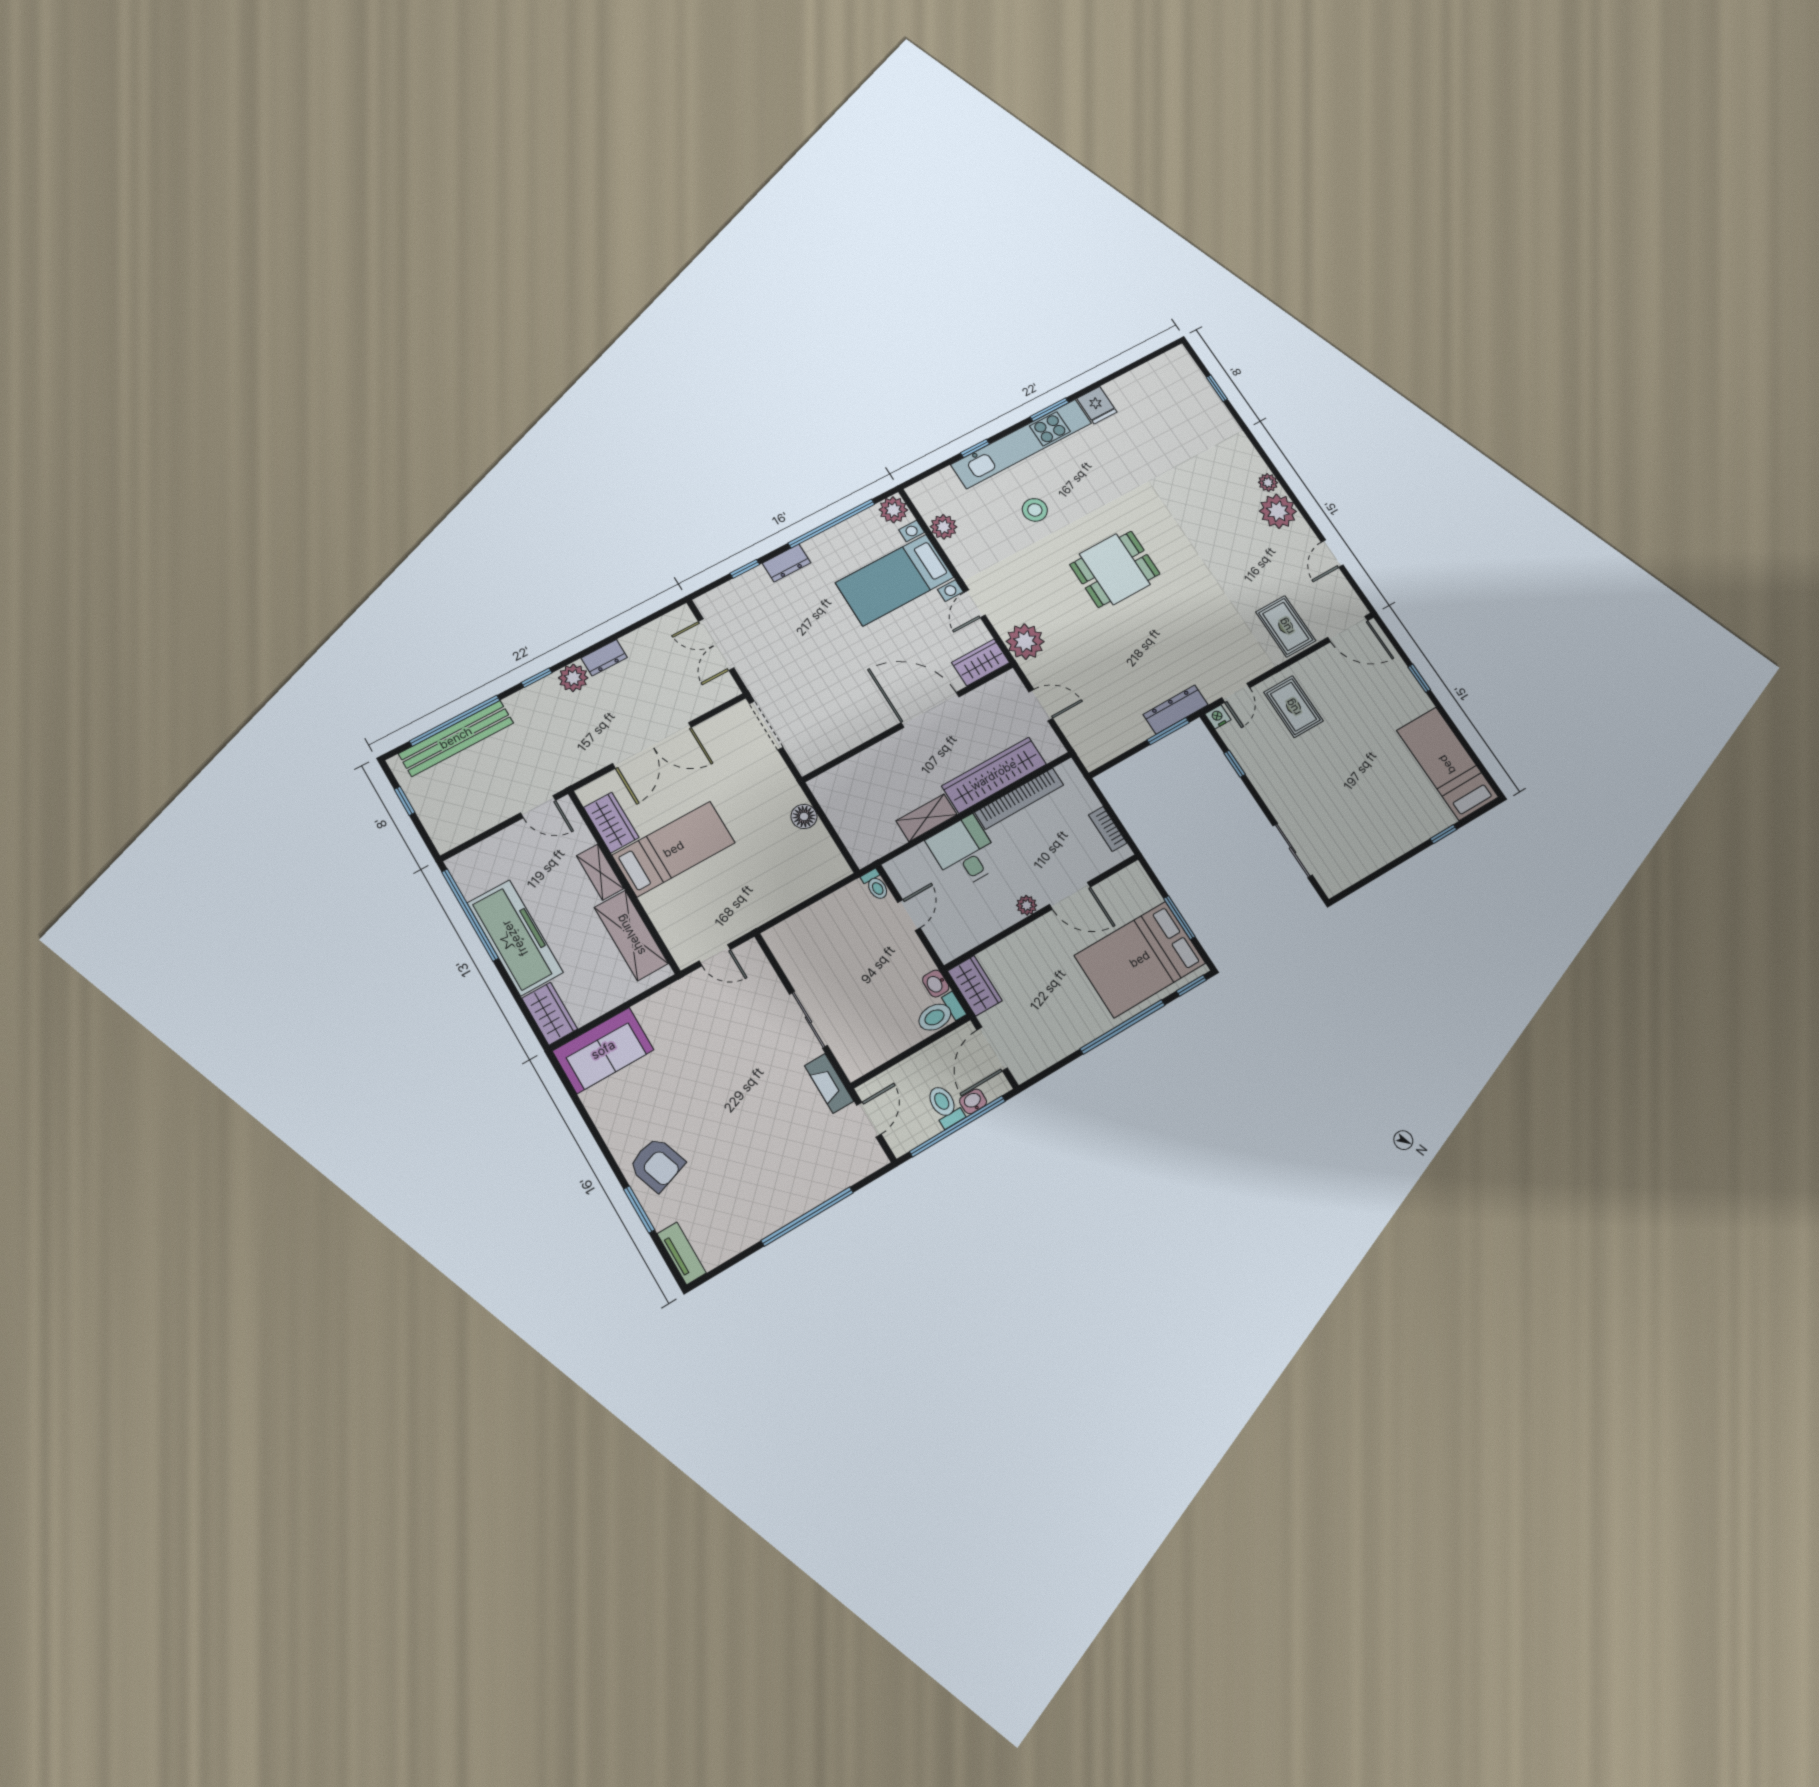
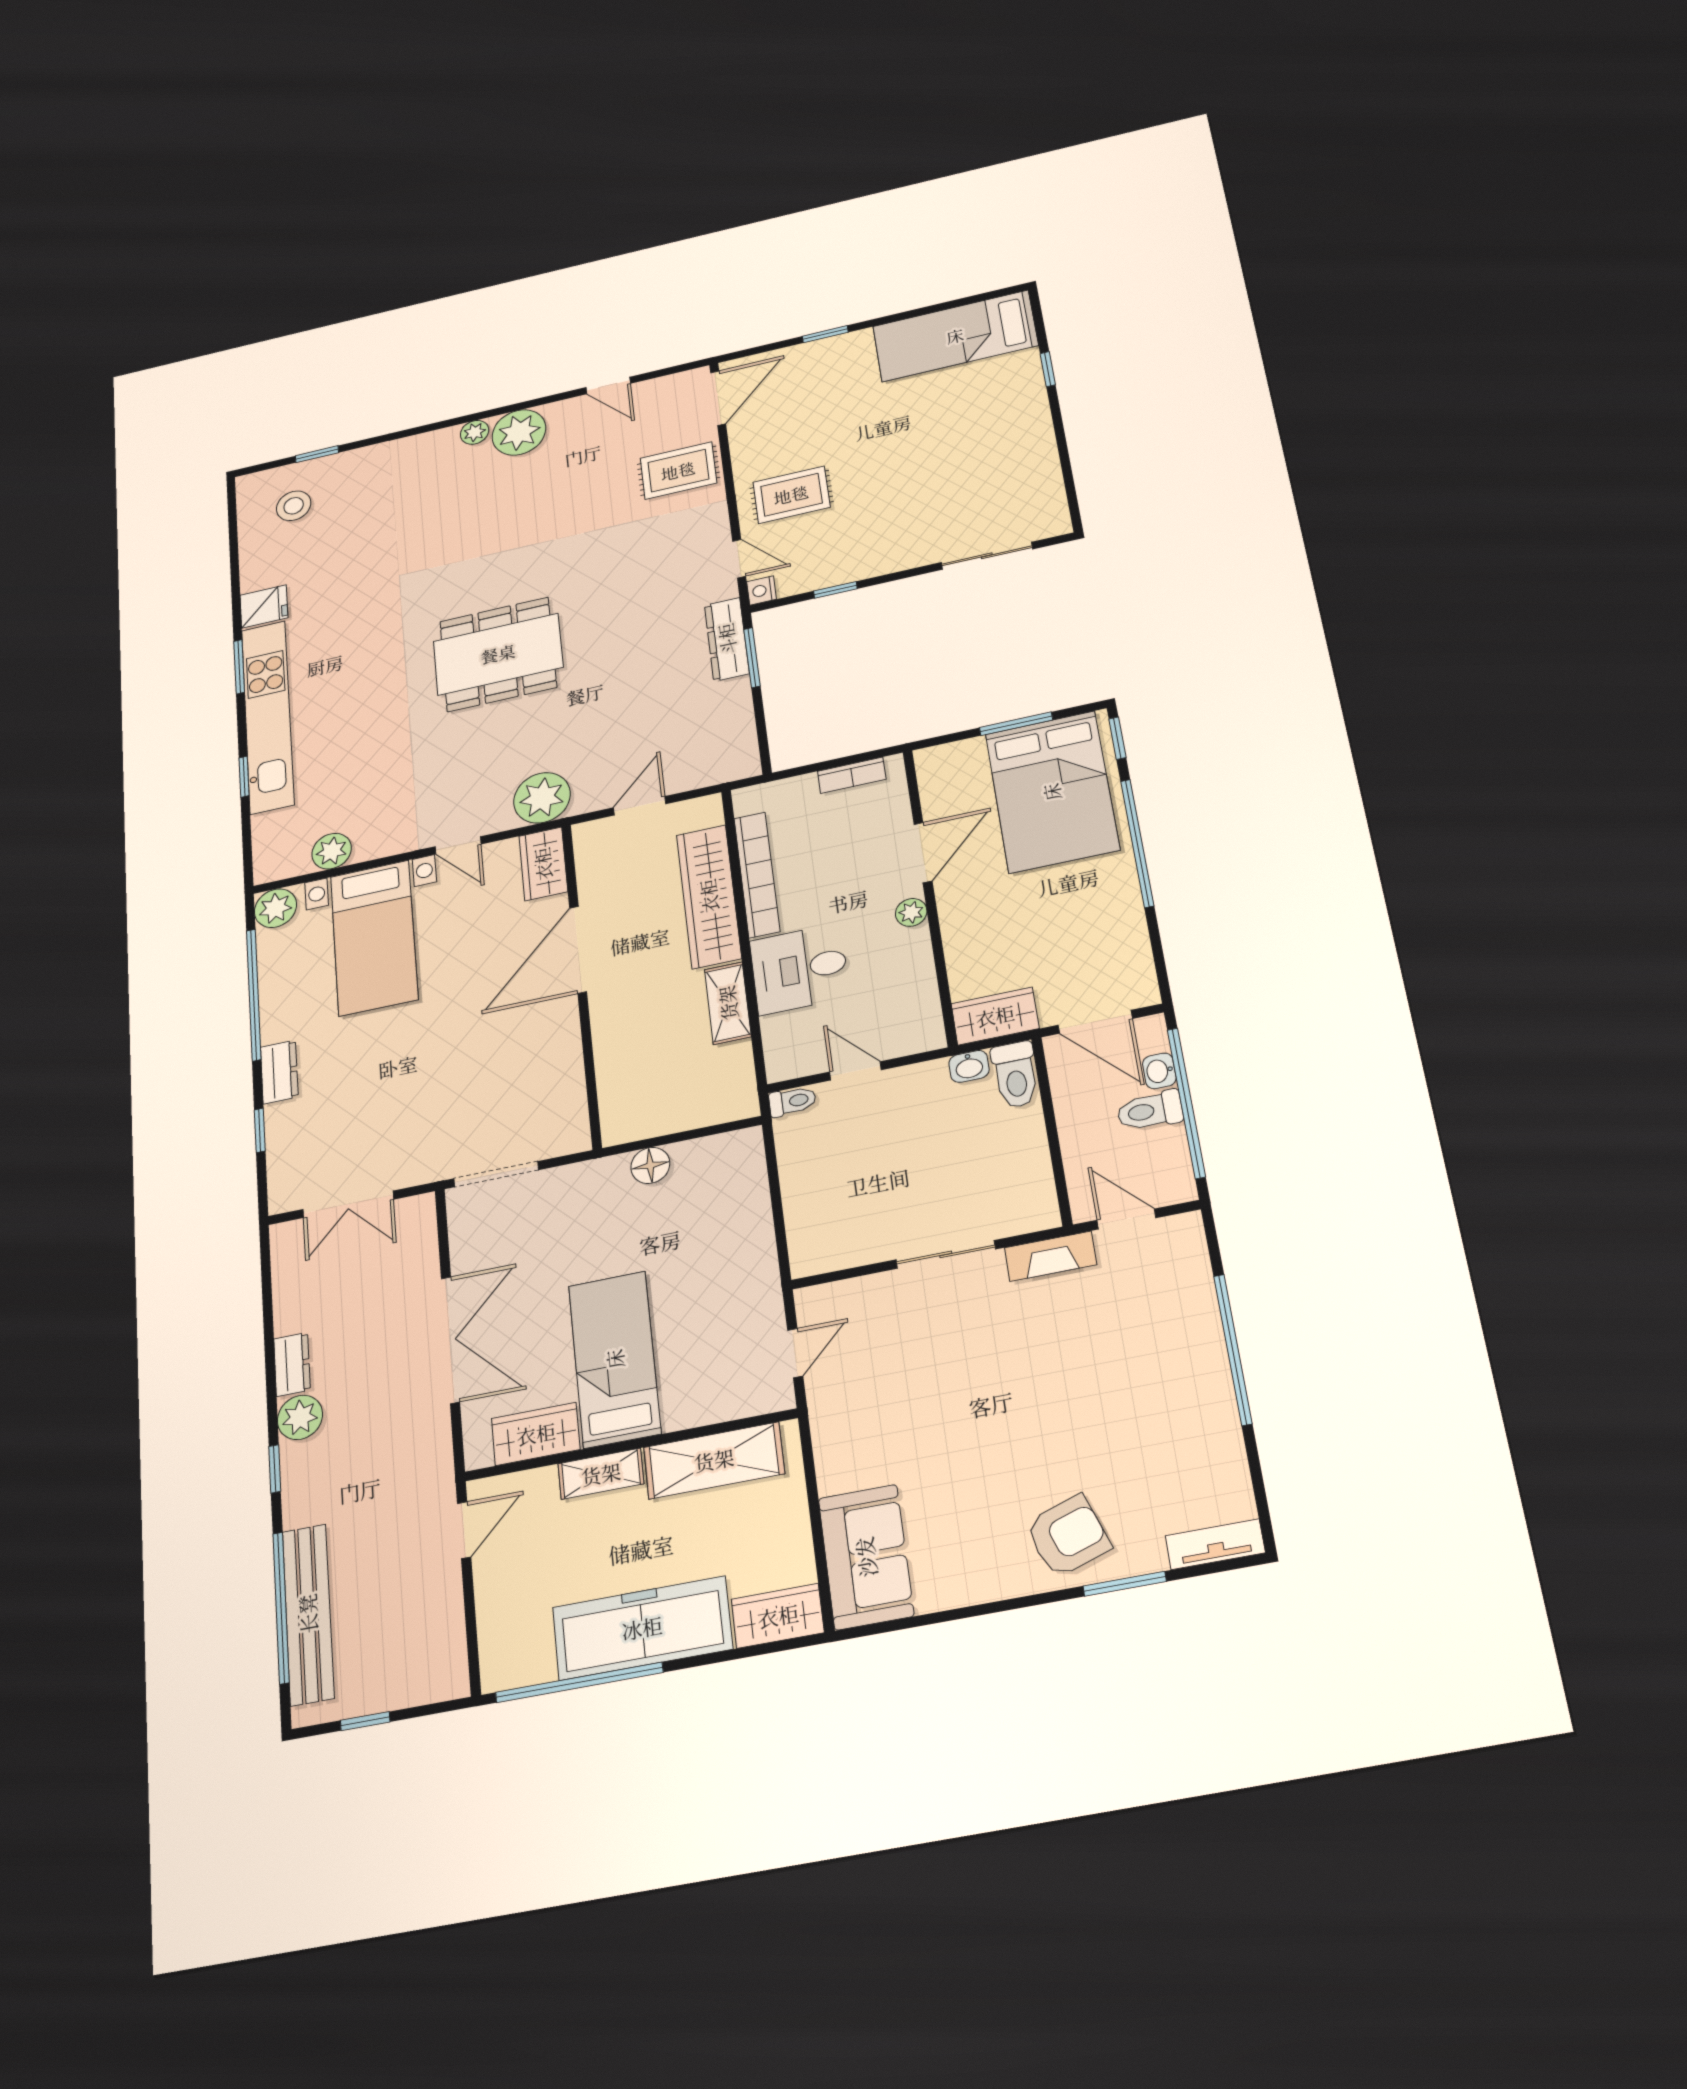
stool: (1035, 510) -> (294, 506), moved
dining table: (1115, 569) -> (498, 654), width x1.38

